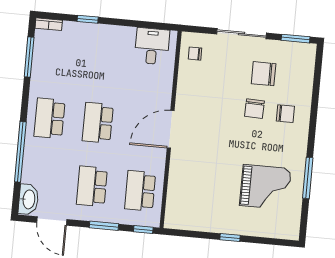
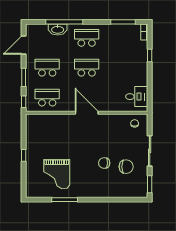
chair: (264, 74) -> (126, 167), turned 90
chair: (285, 114) -> (103, 182), removed
washbasin: (28, 199) -> (58, 29), moved

